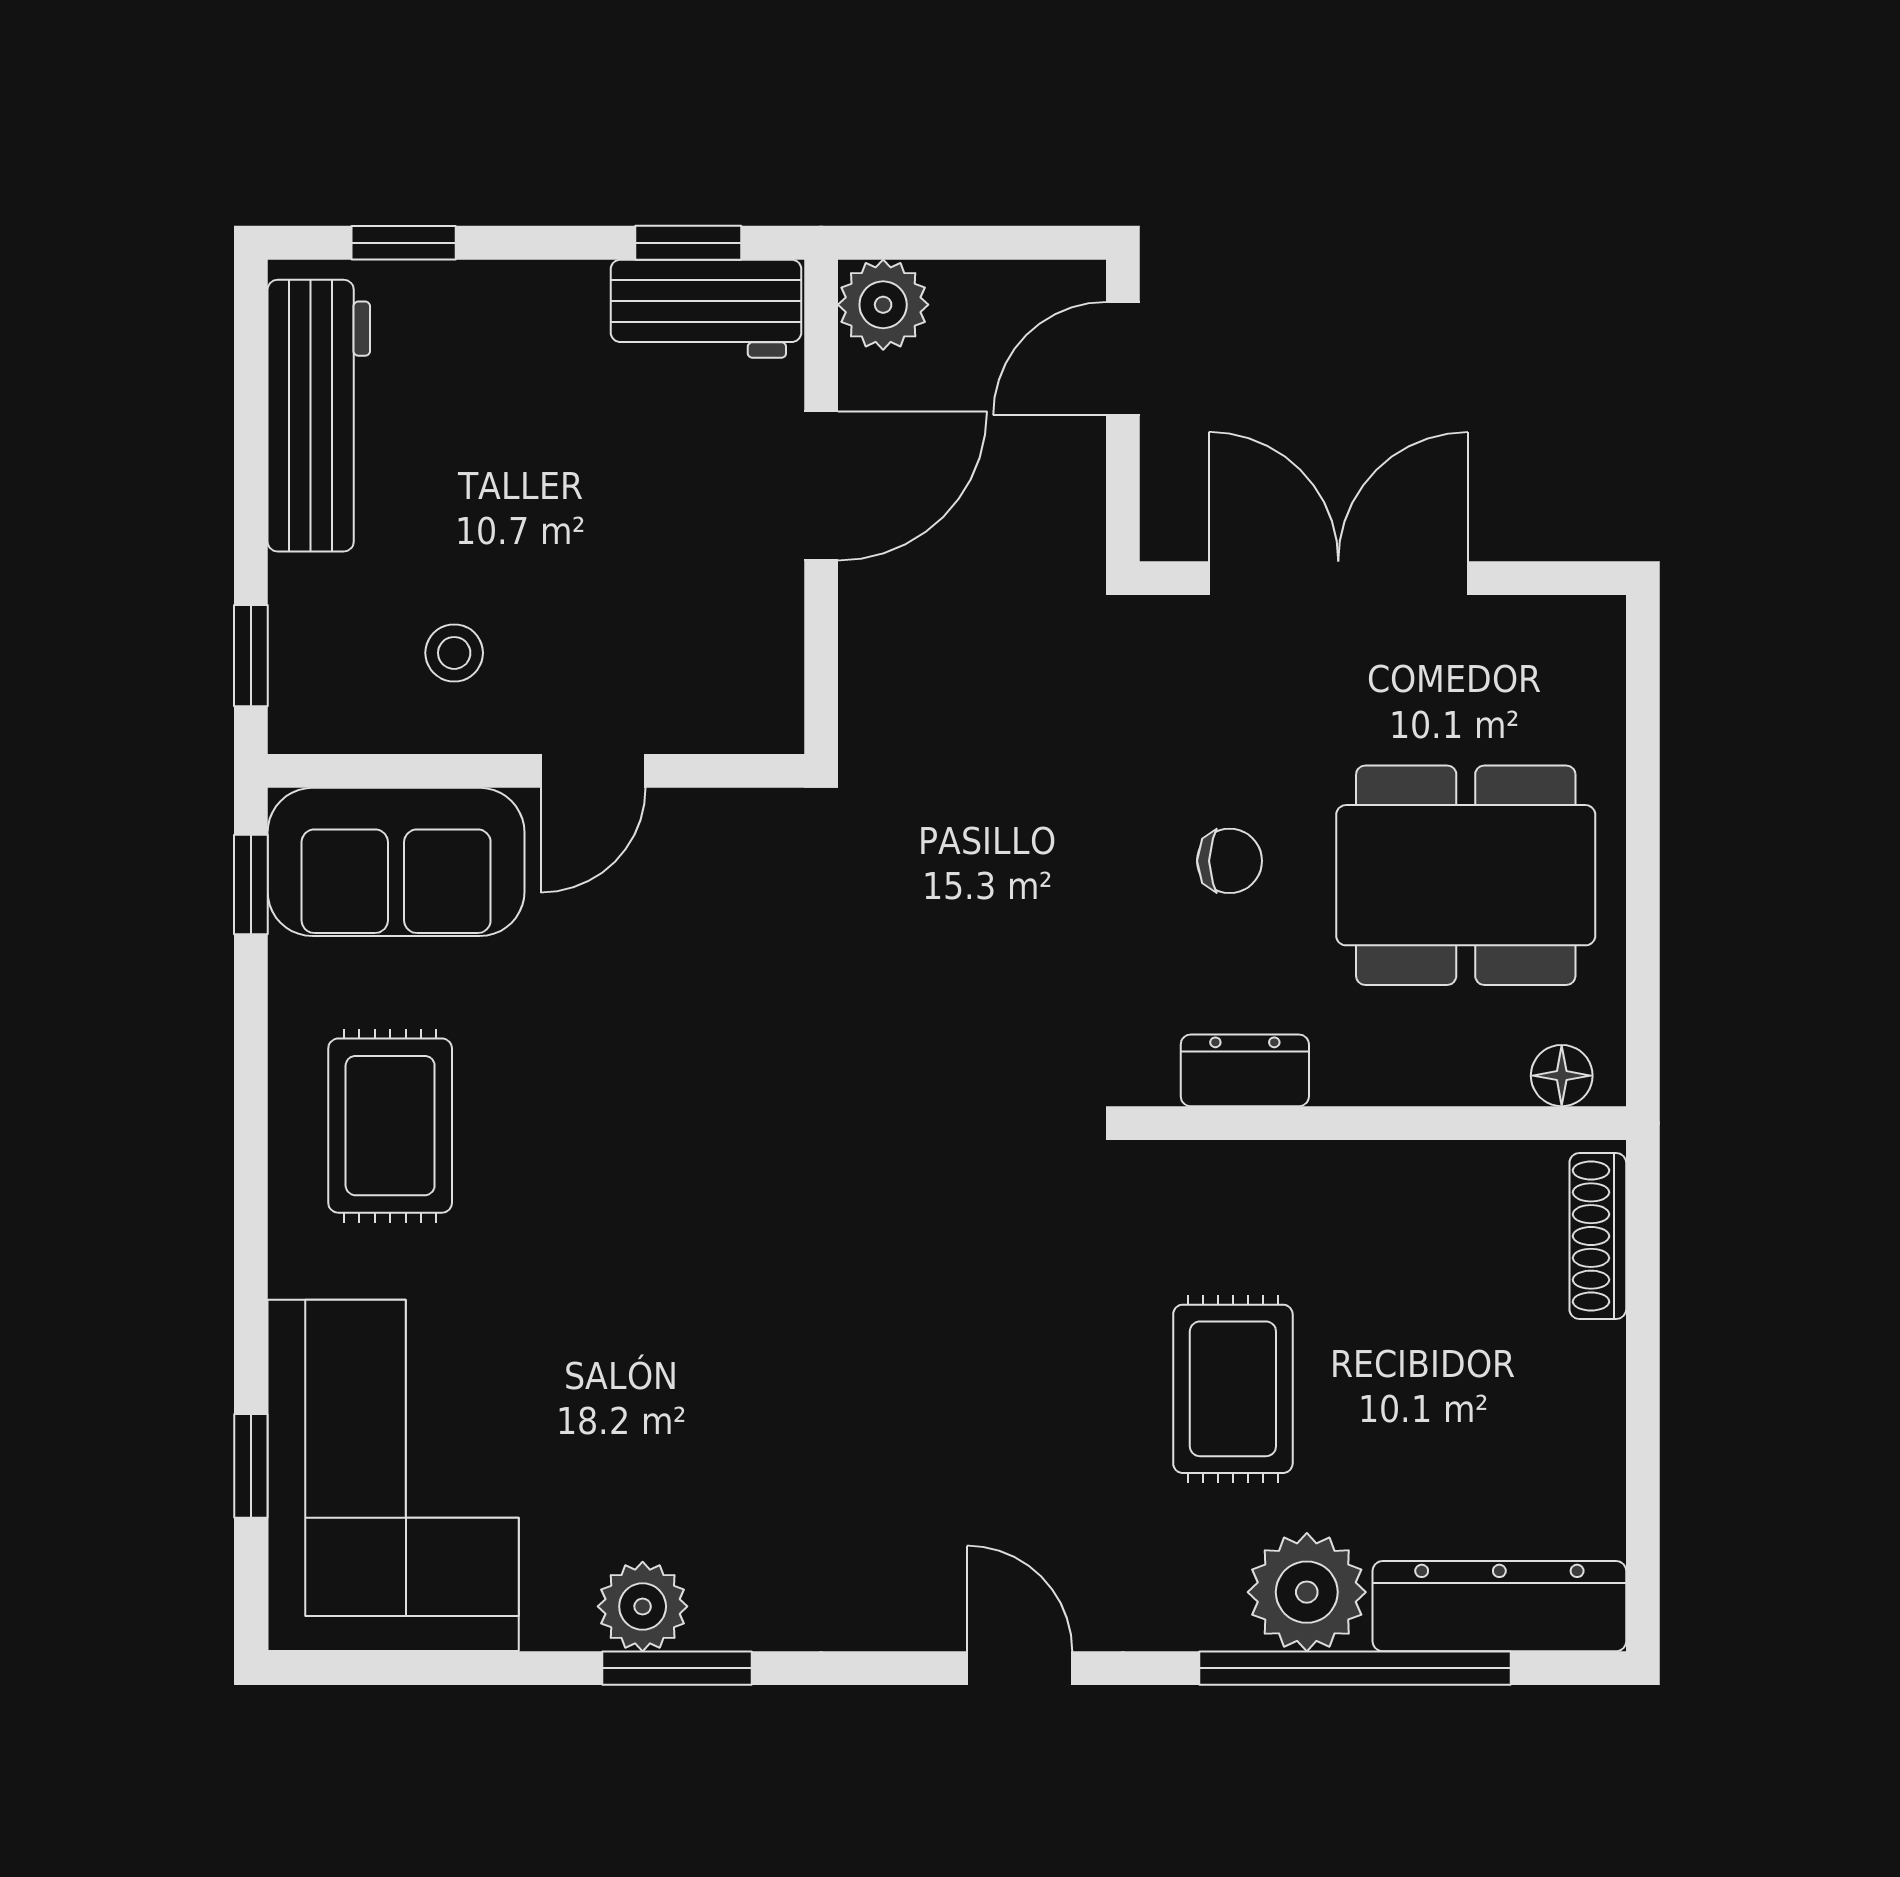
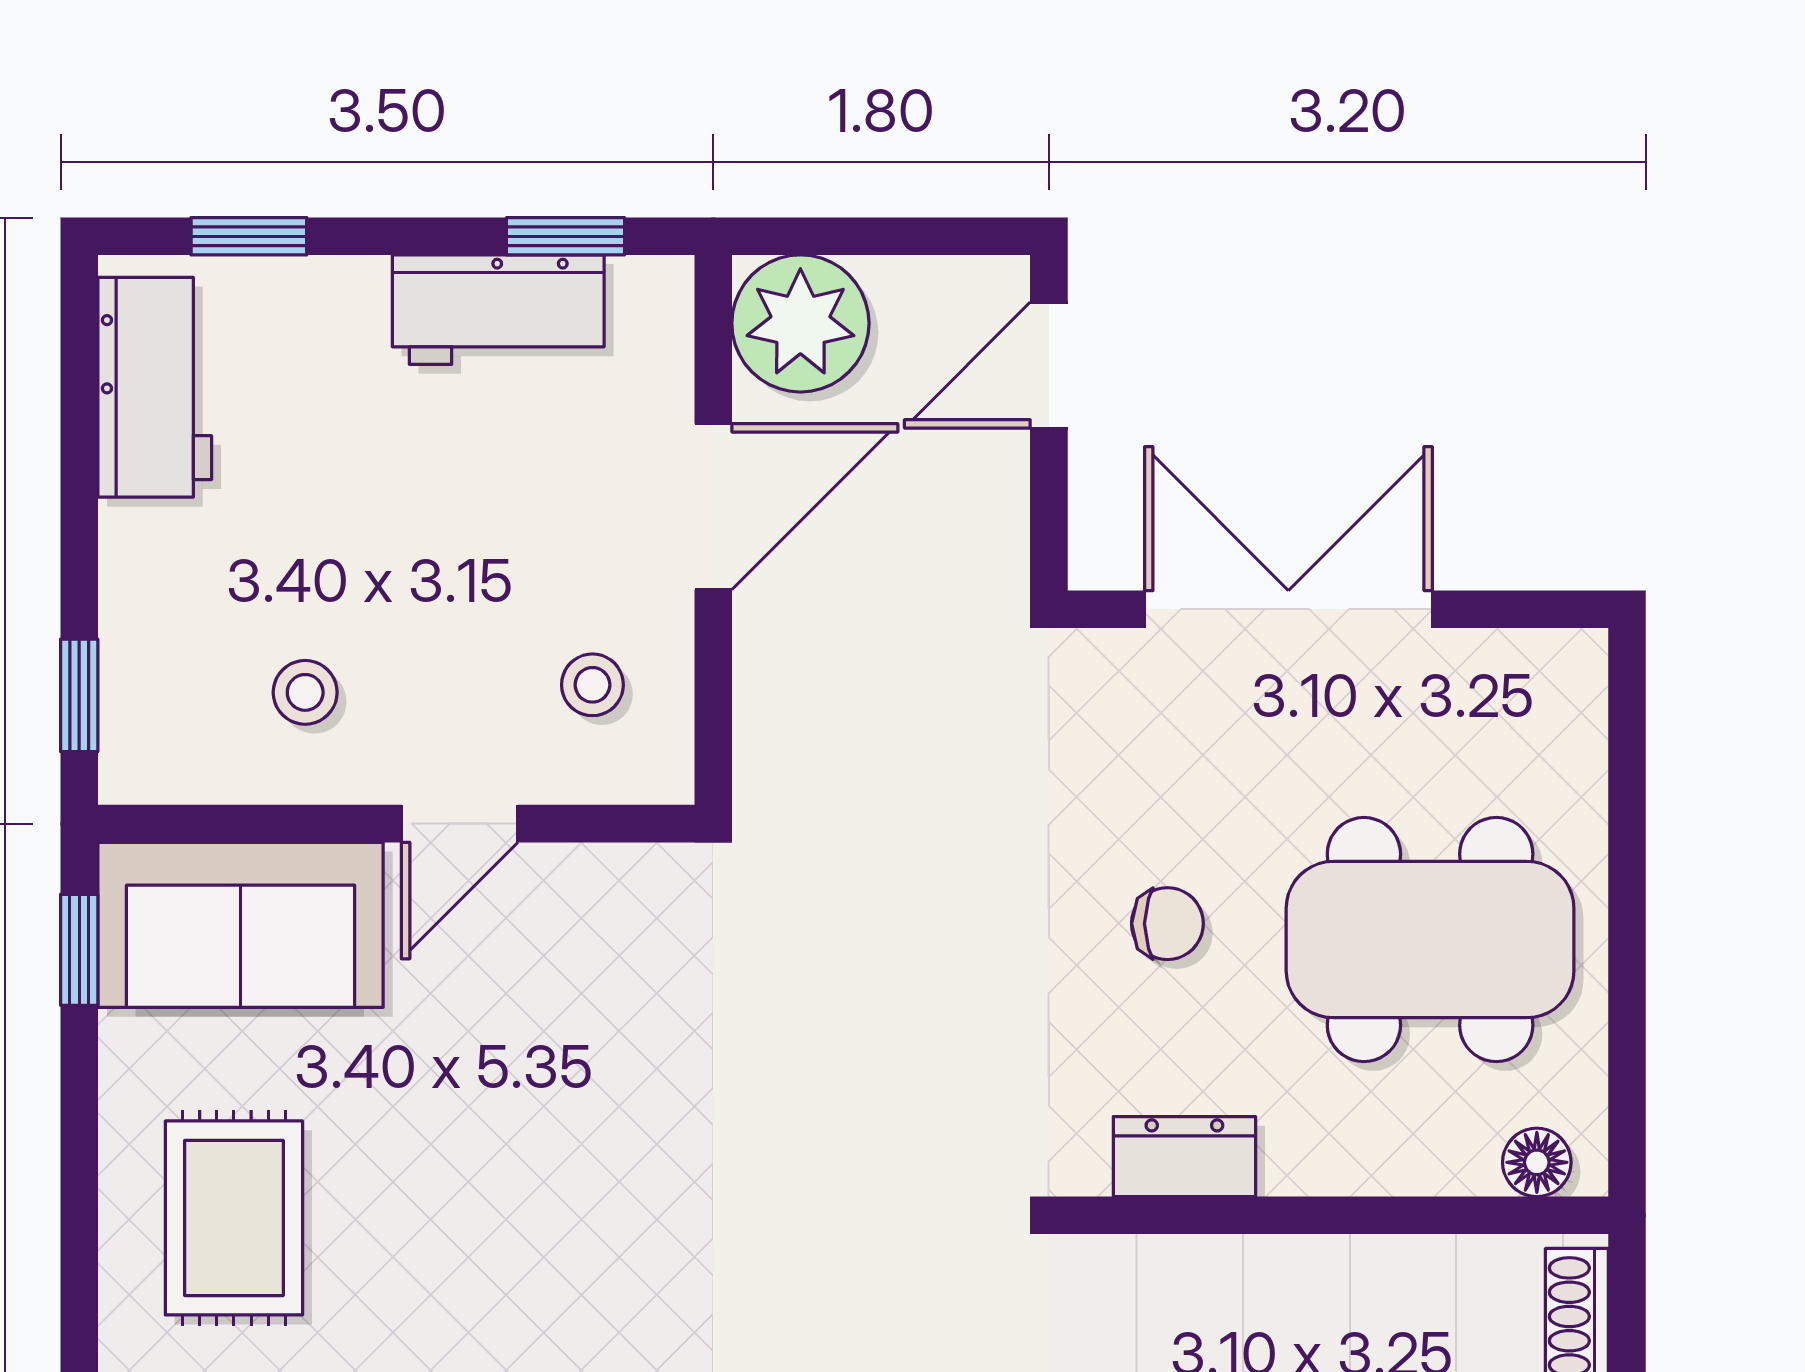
plant: (883, 305) -> (800, 323), width x1.36, depth x1.36
workbench: (706, 309) -> (498, 310), moved
workbench: (319, 416) -> (155, 387), width x0.73
stool: (713, 646) -> (592, 685), added

